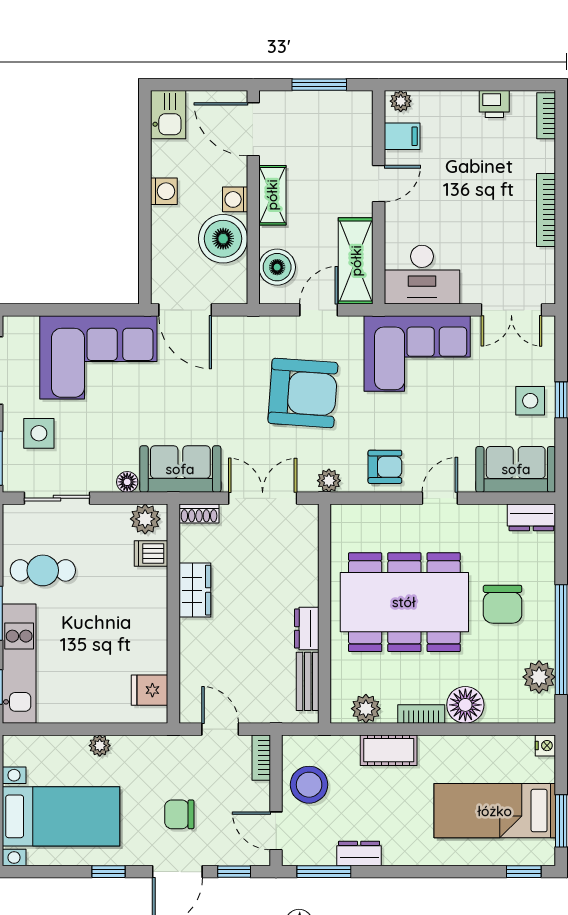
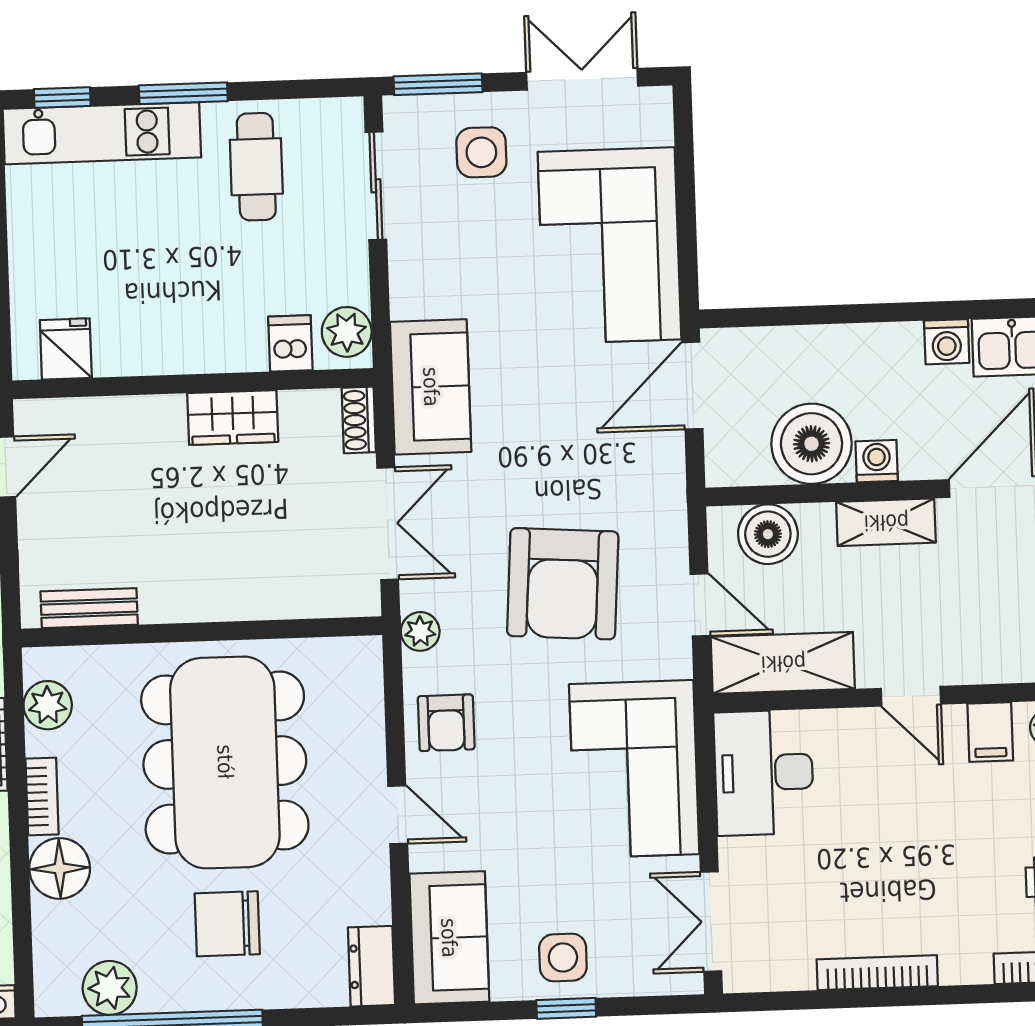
washing machine: (164, 191) -> (947, 342), moved
floor lamp: (127, 482) -> (407, 300), removed
dresser: (307, 629) -> (176, 604), removed

